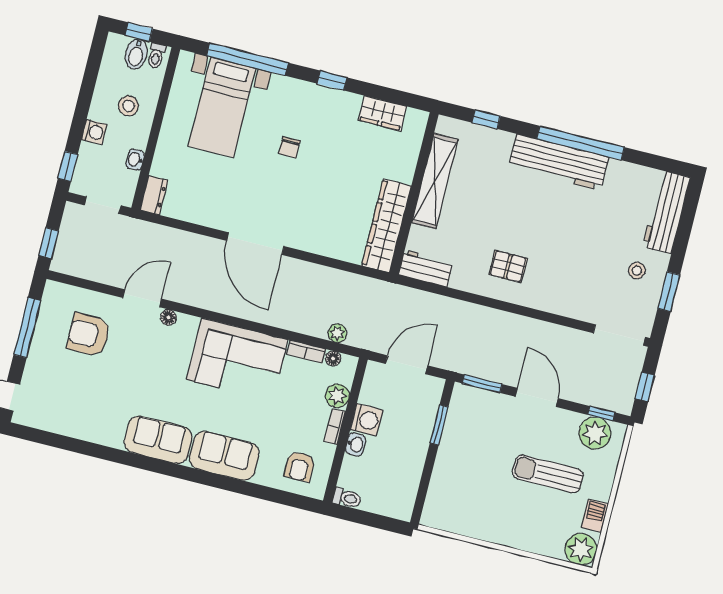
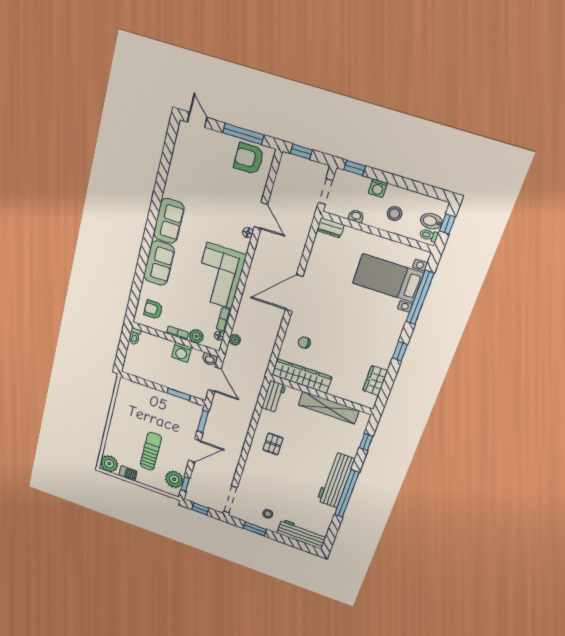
chair: (289, 147) -> (304, 343), moved
armchair: (89, 335) -> (249, 159), moved, turned -90
washbasin: (356, 444) -> (210, 359), moved

